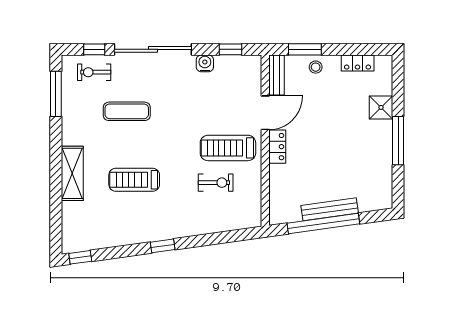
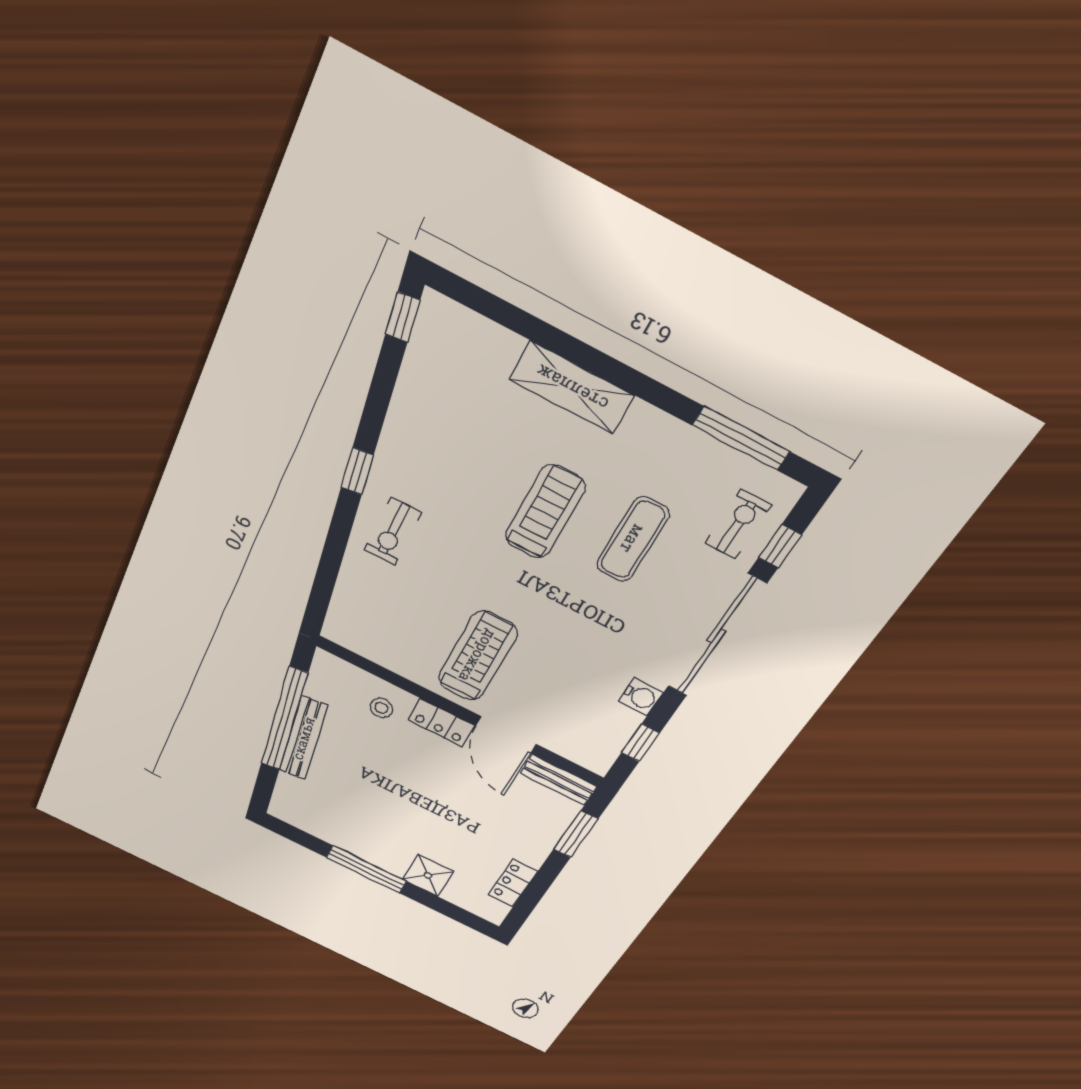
stool: (316, 67) -> (382, 708), moved
treadmill: (134, 180) -> (545, 512), moved
exercise bike: (216, 183) -> (393, 531), moved

